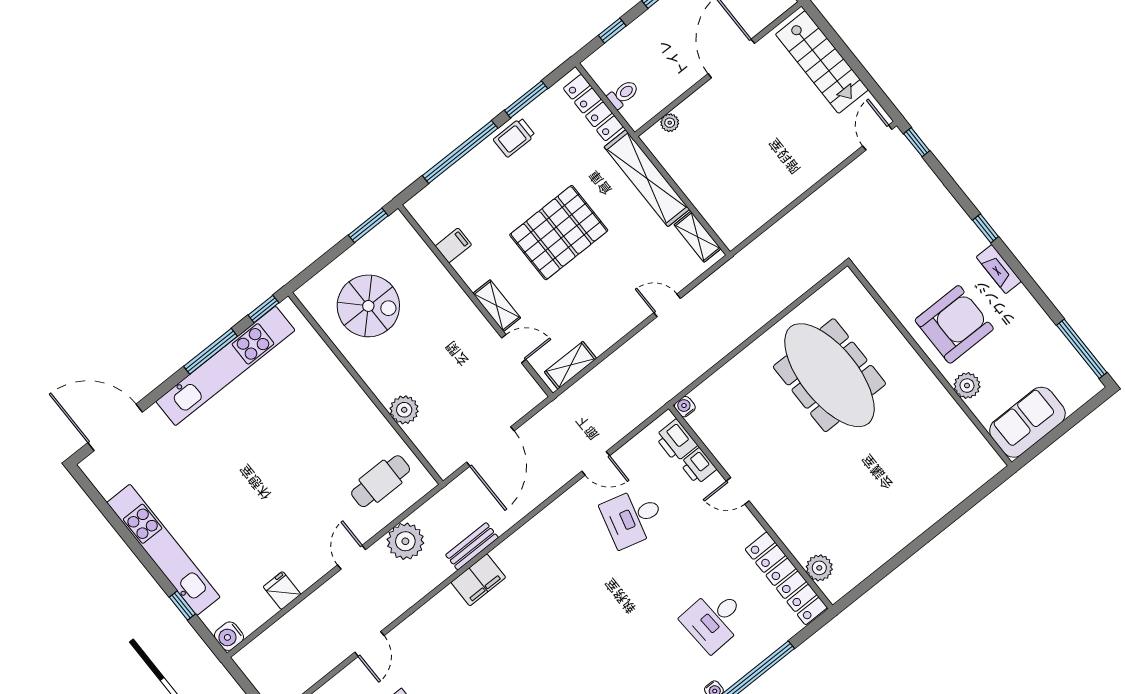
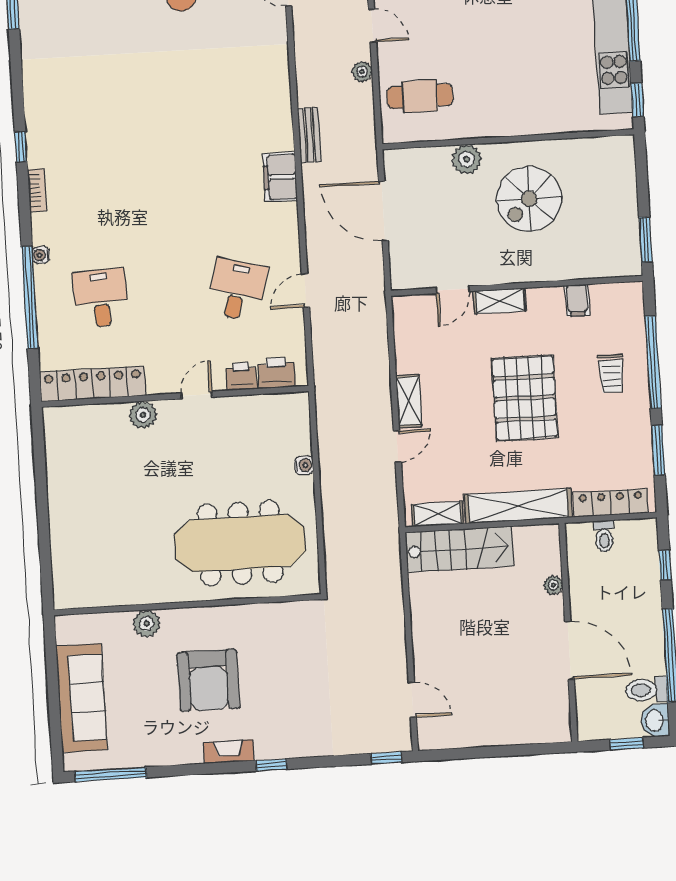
stairs: (822, 62) -> (459, 549), moved, turned 180
plant: (670, 123) -> (553, 585), moved
trolley: (514, 137) -> (611, 374), moved, turned 180
door: (877, 138) -> (412, 700), moved
spiral stairs: (368, 306) -> (529, 199), moved
wall: (930, 364) -> (187, 605), moved
shelving: (570, 365) -> (409, 401), moved
plant: (967, 386) -> (147, 623), moved
water cooler: (685, 407) -> (304, 465), moved
sofa: (1027, 422) -> (82, 698), width x1.36
cafe table: (381, 481) -> (420, 96), turned 90
plant: (405, 541) -> (362, 72), width x0.53, depth x0.53
plant: (819, 568) -> (143, 415), moved
filing cabinet: (478, 580) -> (280, 177), moved

